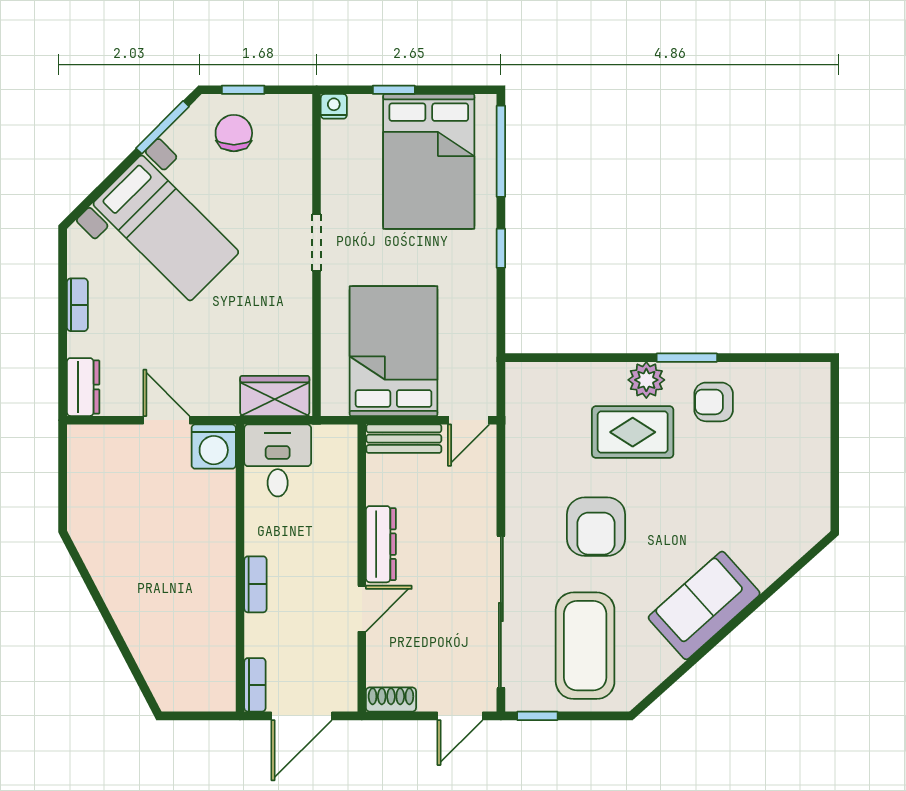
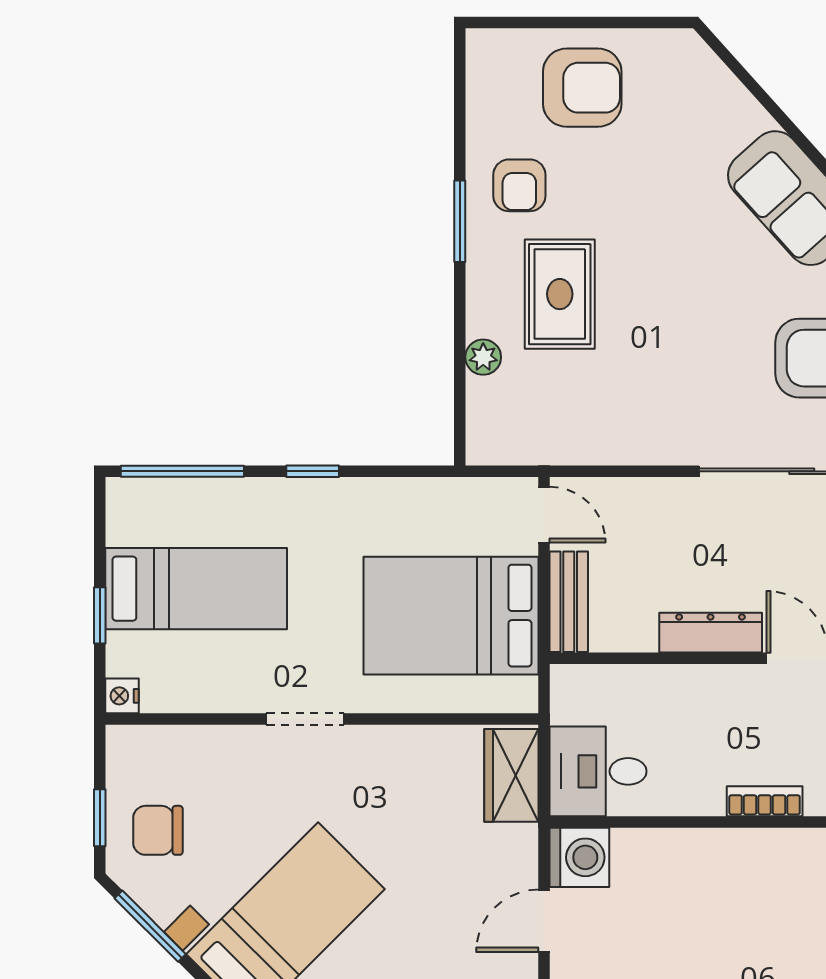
bed: (429, 161) -> (196, 589), width x0.67
plant: (646, 380) -> (483, 357), moved, width x0.73, depth x0.73
armchair: (596, 527) -> (582, 88), moved

